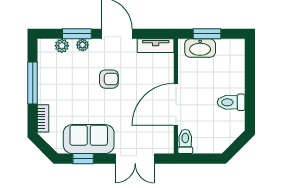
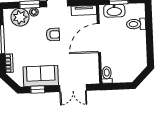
plant: (62, 46) -> (20, 17), width x1.88, depth x1.88
toilet: (231, 102) -> (136, 24), moved
door: (176, 104) -> (99, 38), moved

